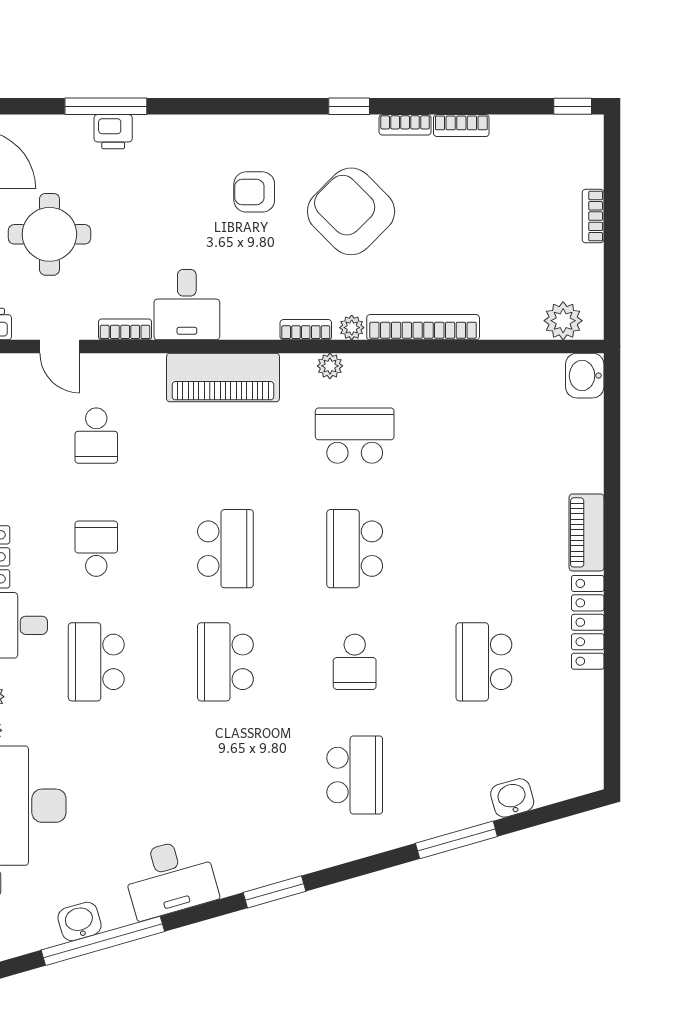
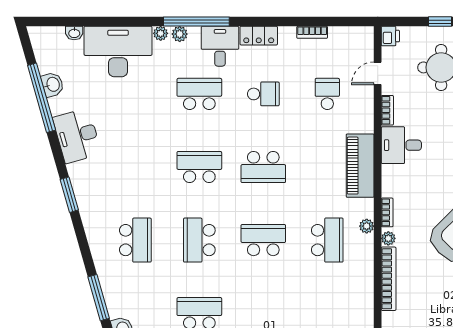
school desk: (96, 436) -> (327, 94), turned 90
school desk: (355, 662) -> (199, 240), width x1.85
school desk: (355, 775) -> (135, 240), turned -90

